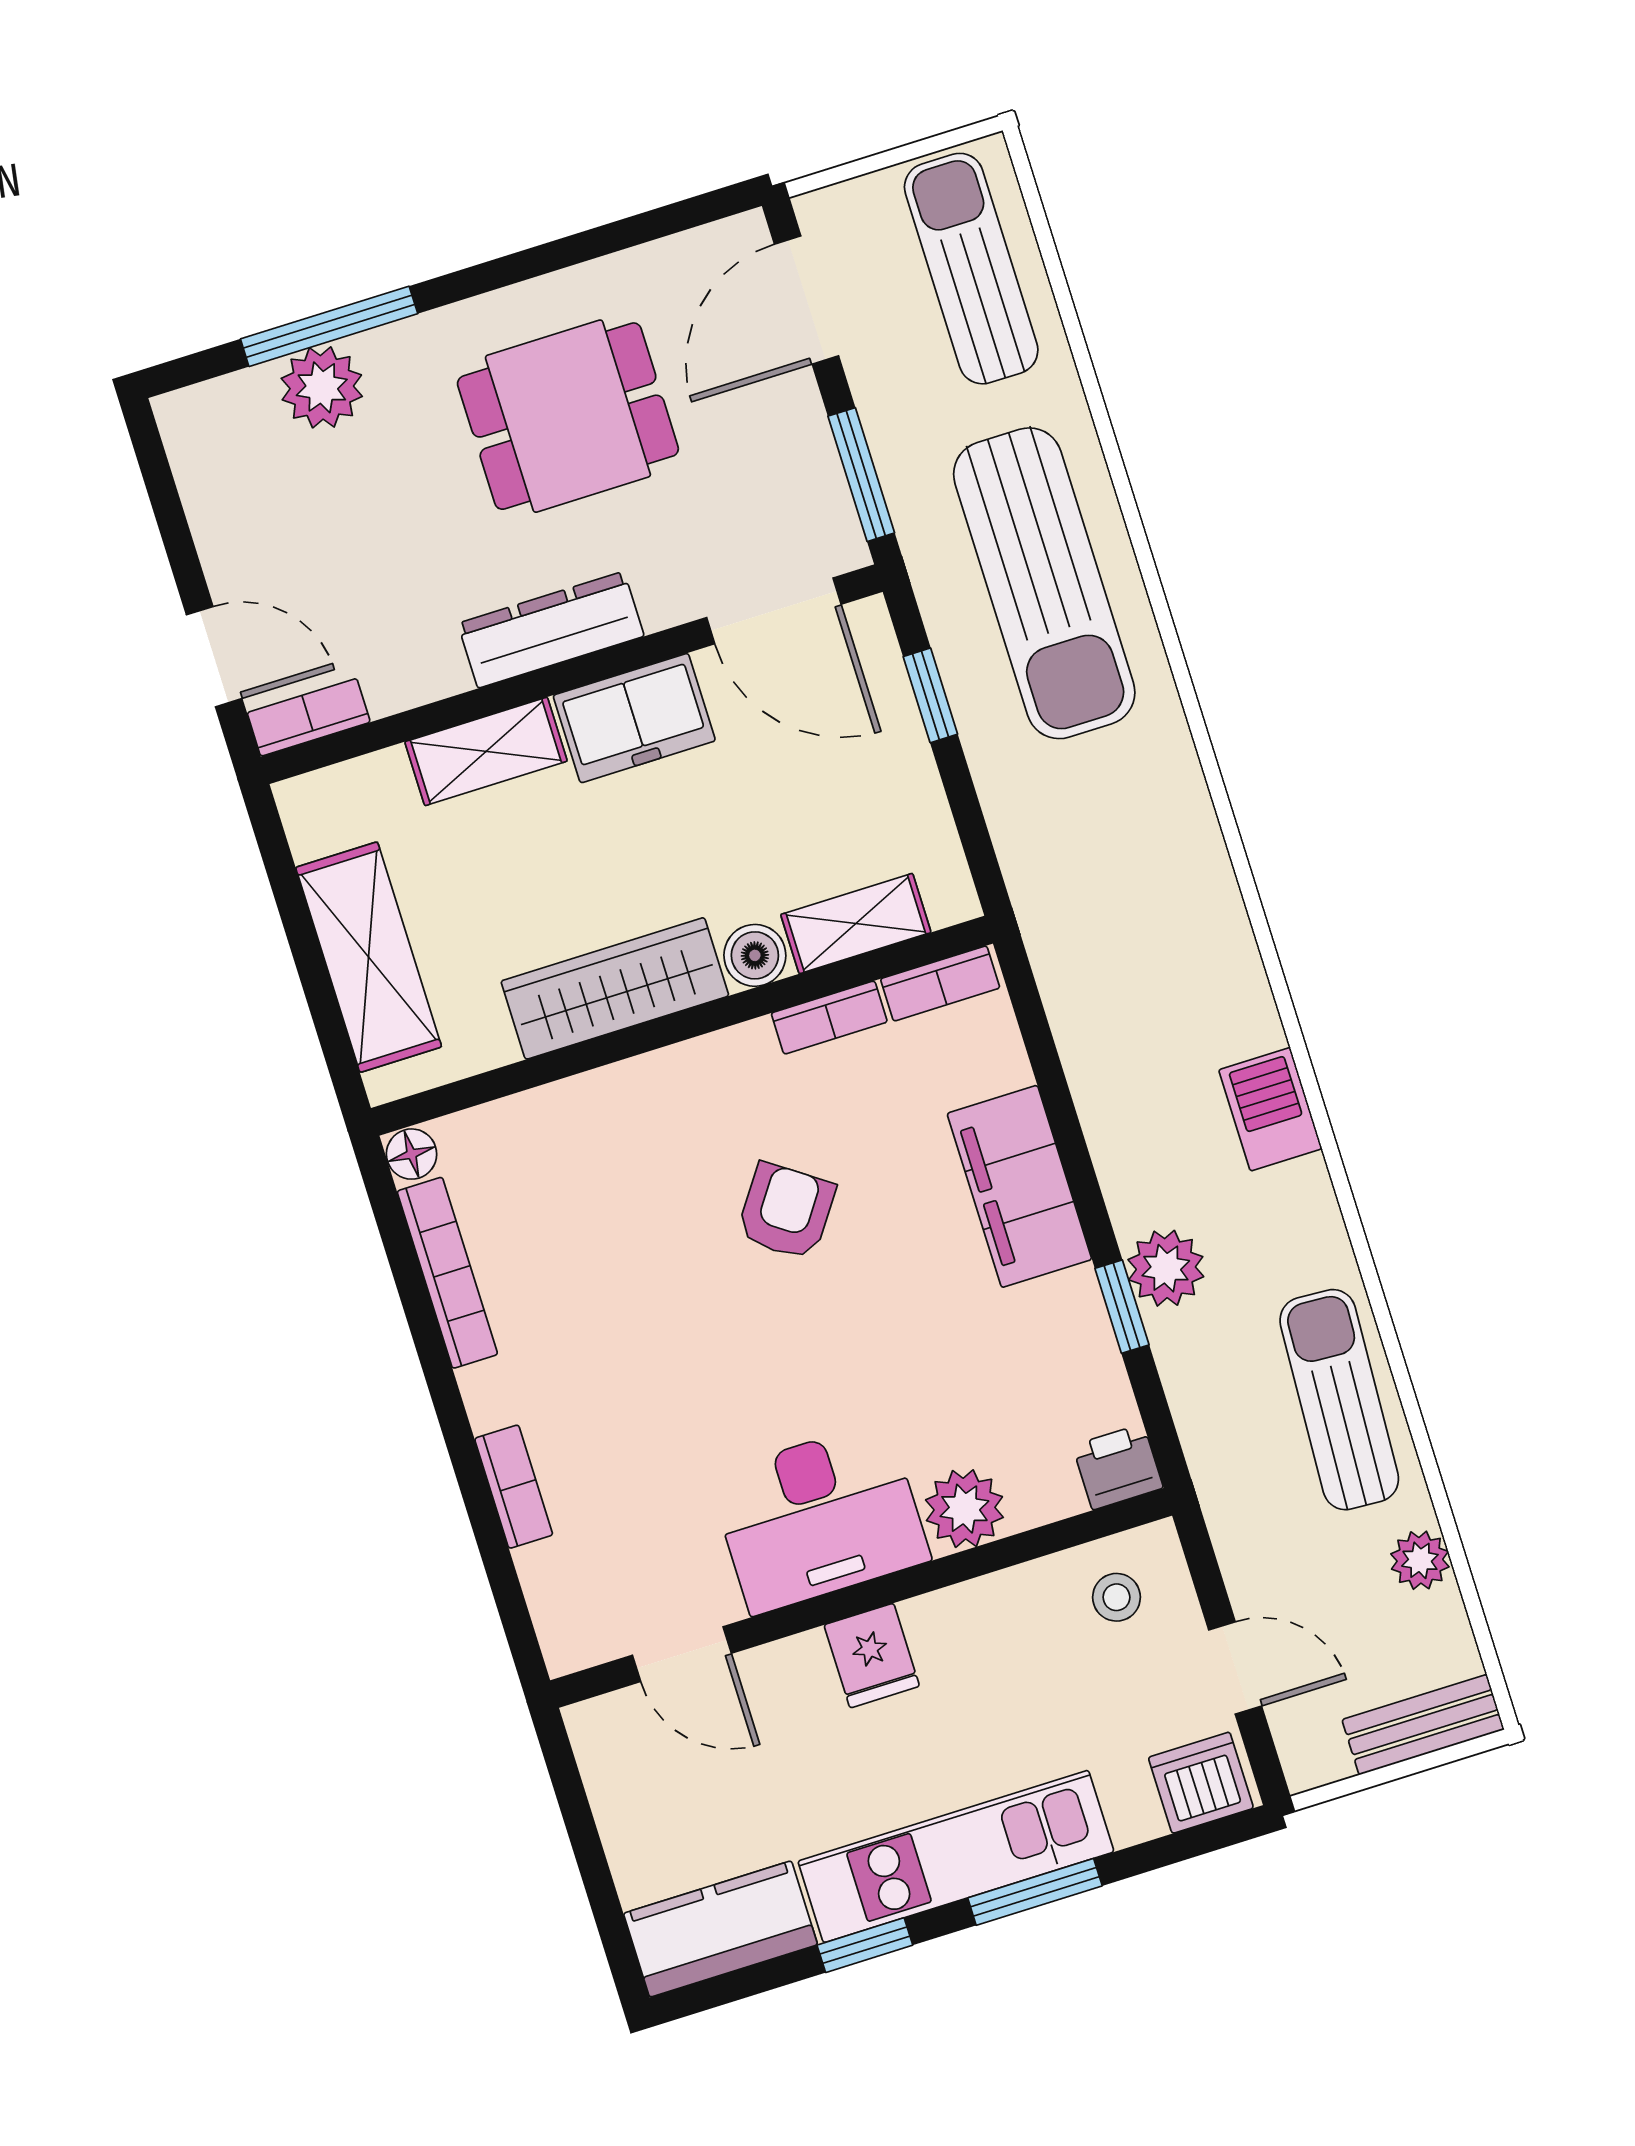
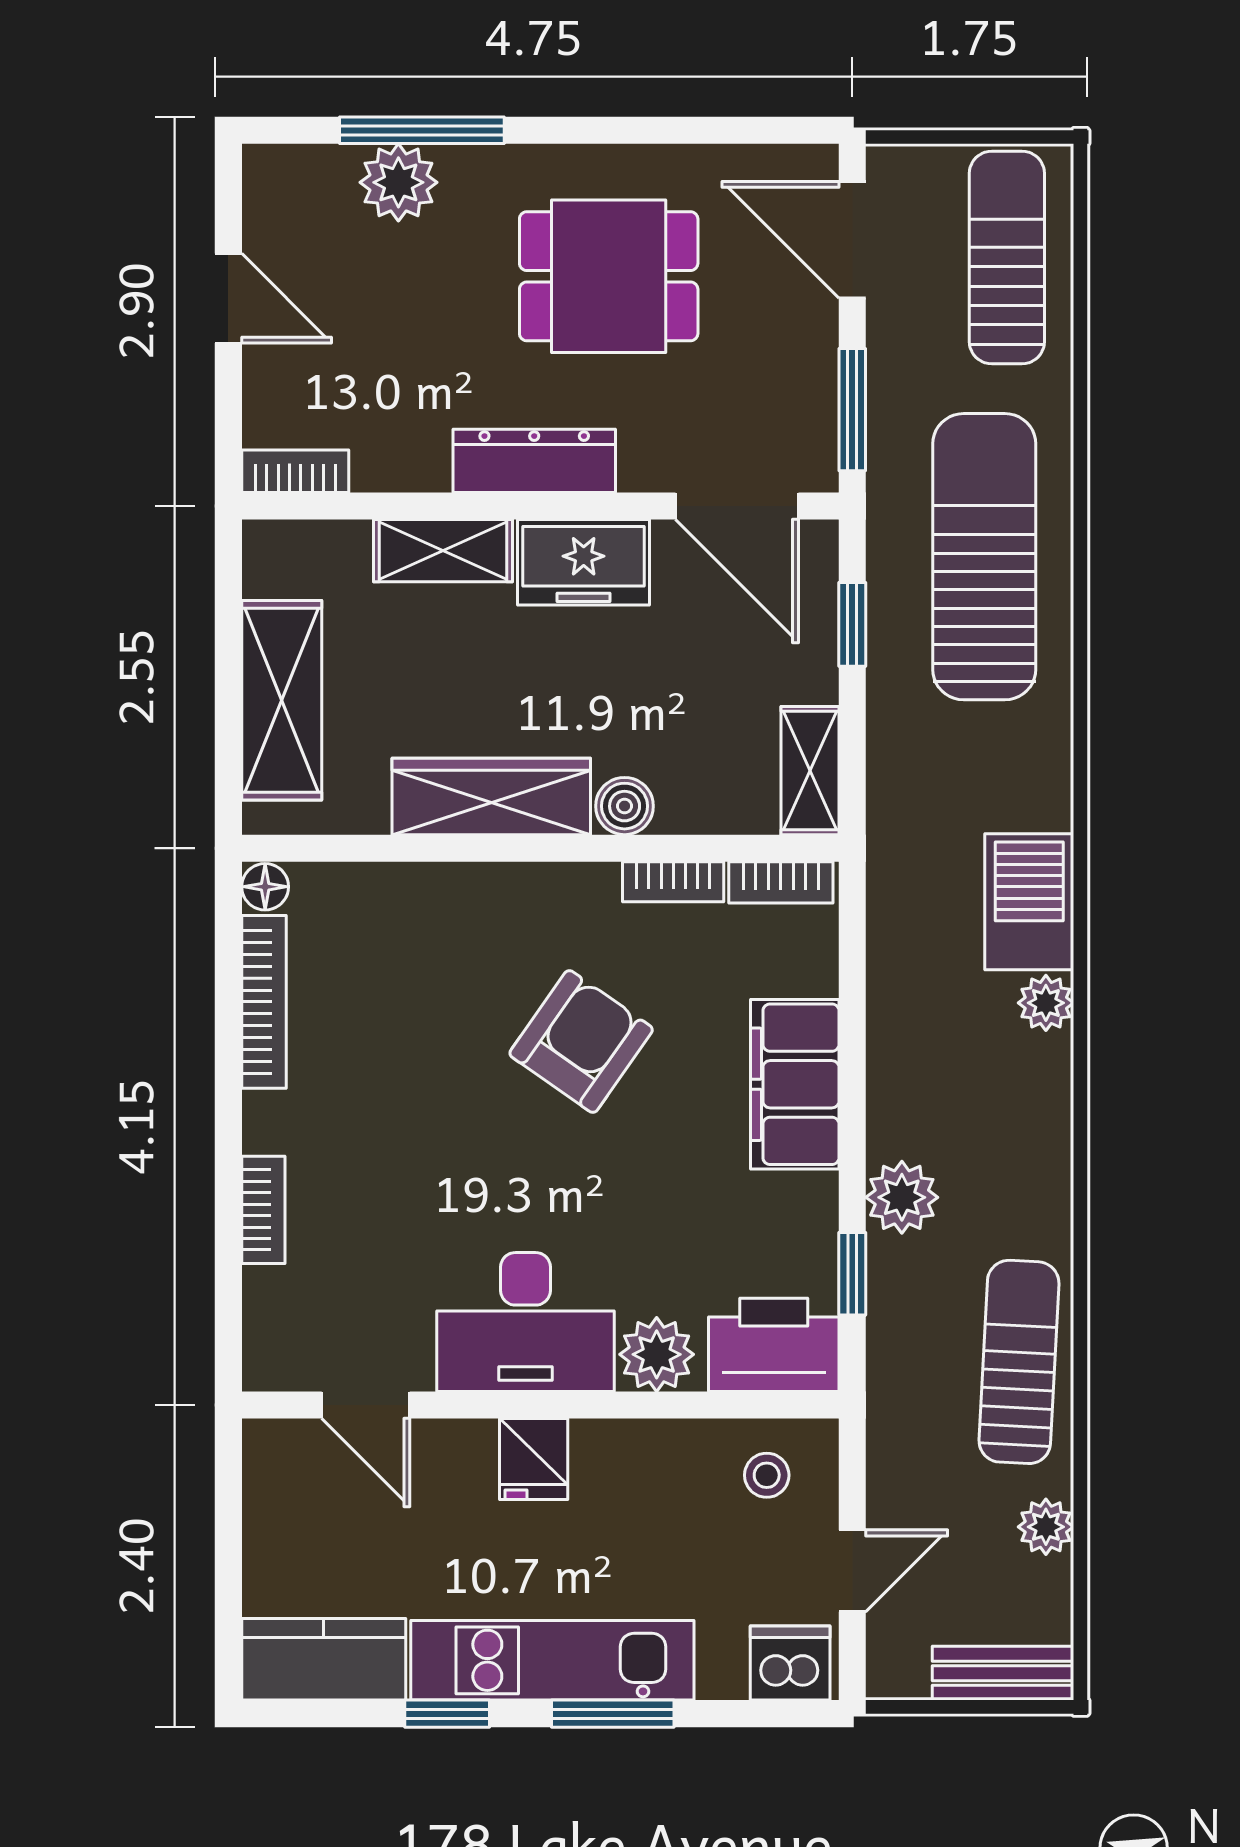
door: (807, 300) -> (852, 240), hinge flipped
sun lounger: (1044, 583) -> (984, 557), turned 180
door: (214, 657) -> (228, 298), moved
shelving: (856, 924) -> (810, 771), moved, turned 90
plant: (1251, 1022) -> (1046, 1003), added
barbecue: (1270, 1109) -> (1029, 902), moved, width x1.38, depth x1.27
armchair: (786, 1211) -> (581, 1042), width x1.38, depth x1.38
window: (1122, 1307) -> (852, 1274), moved
printer: (1118, 1467) -> (774, 1345), width x1.87, depth x1.48
door: (1235, 1668) -> (852, 1571), hinge flipped

